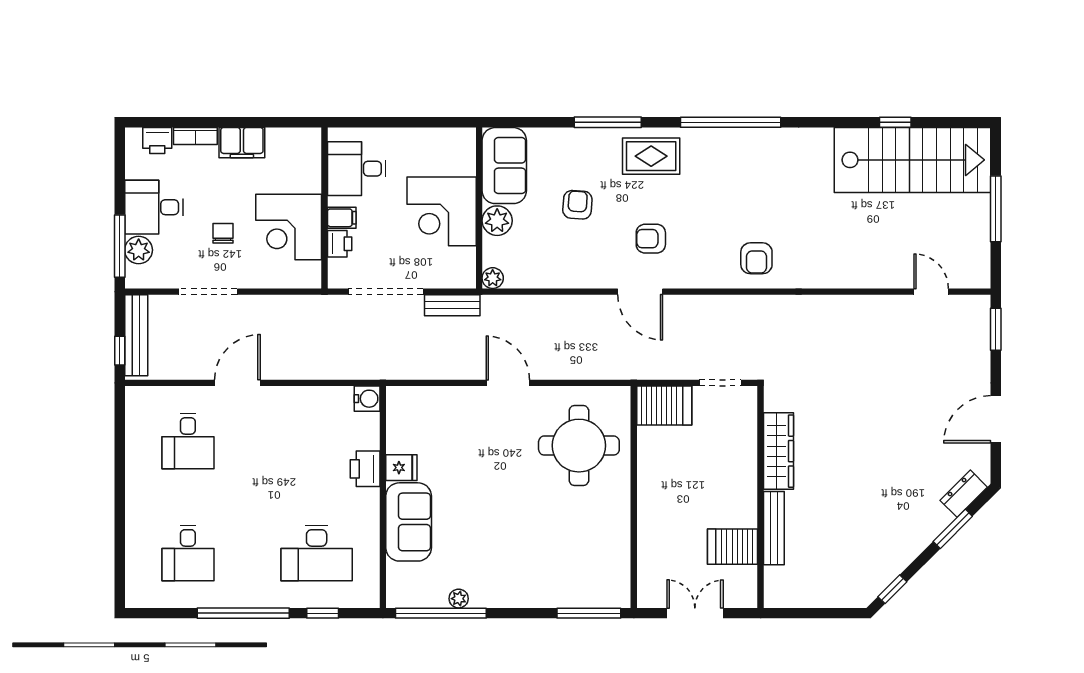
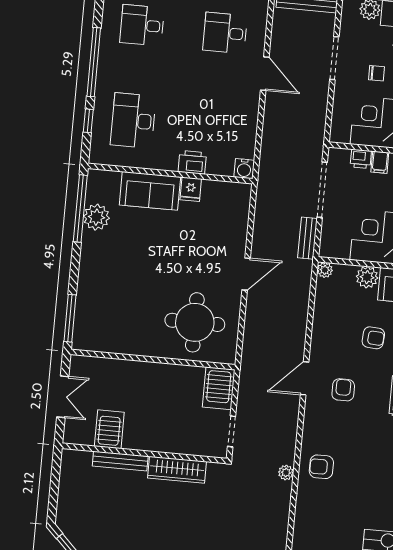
plant: (769, 305) -> (286, 473), added
plant: (459, 599) -> (96, 217), width x1.88, depth x1.88

